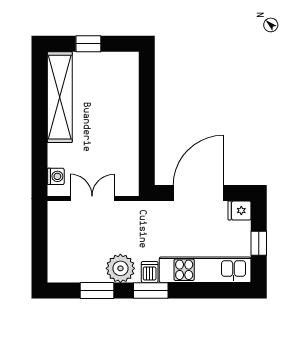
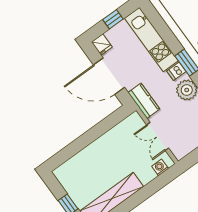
kitchen counter: (143, 212) -> (144, 101), added

